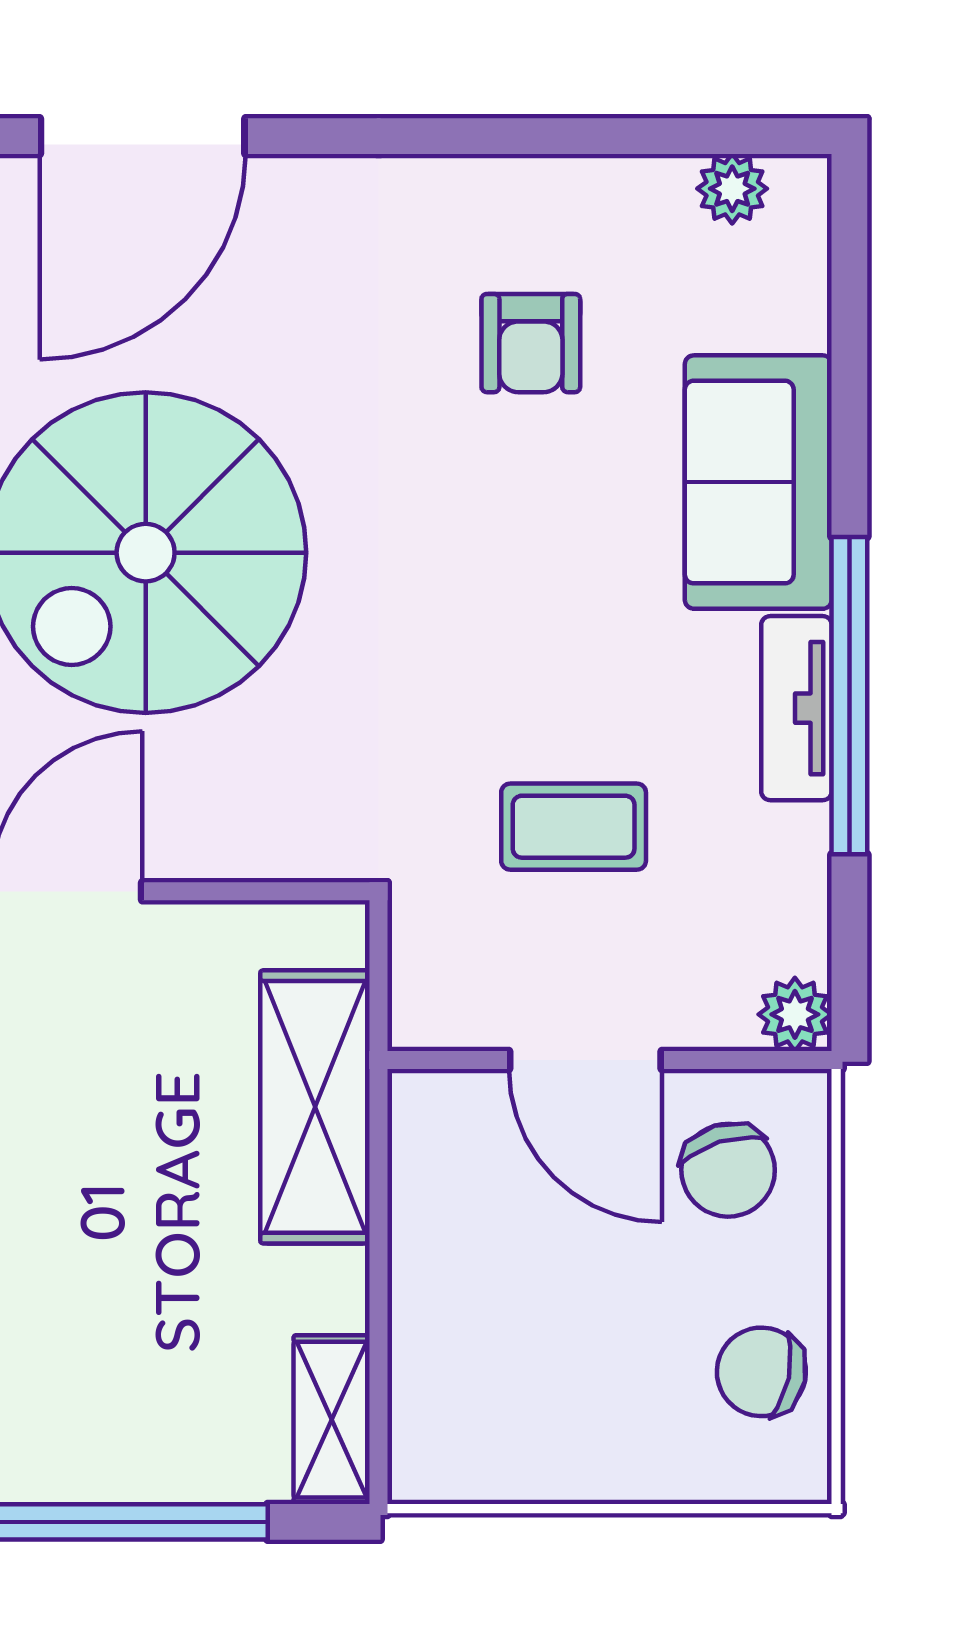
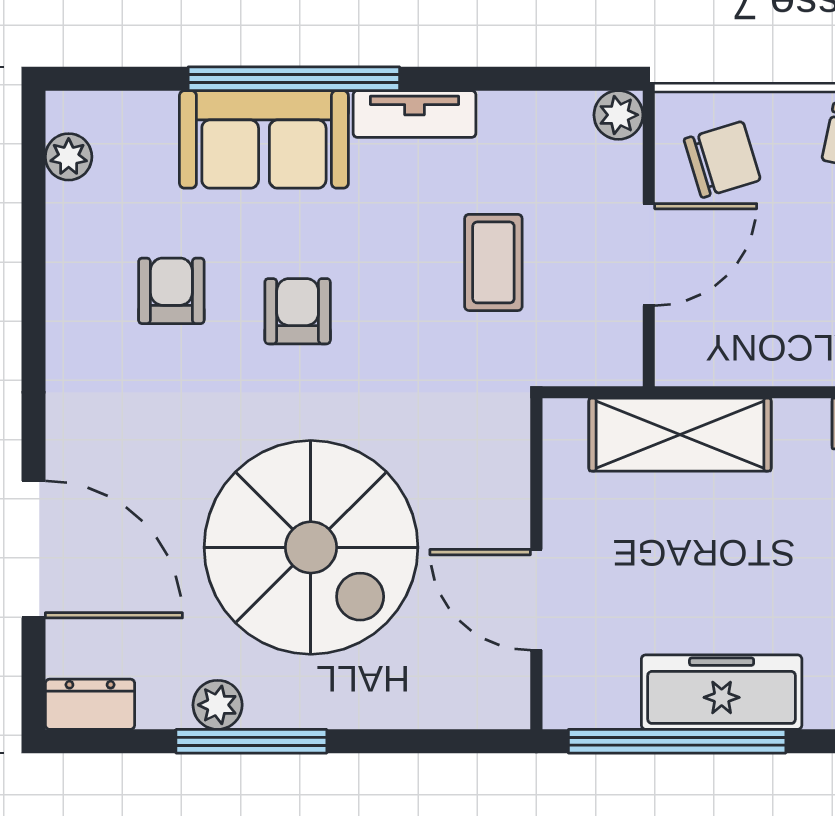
armchair: (531, 343) -> (171, 291), turned -90
armchair: (500, 533) -> (298, 311), added
window: (849, 696) -> (294, 79), moved

